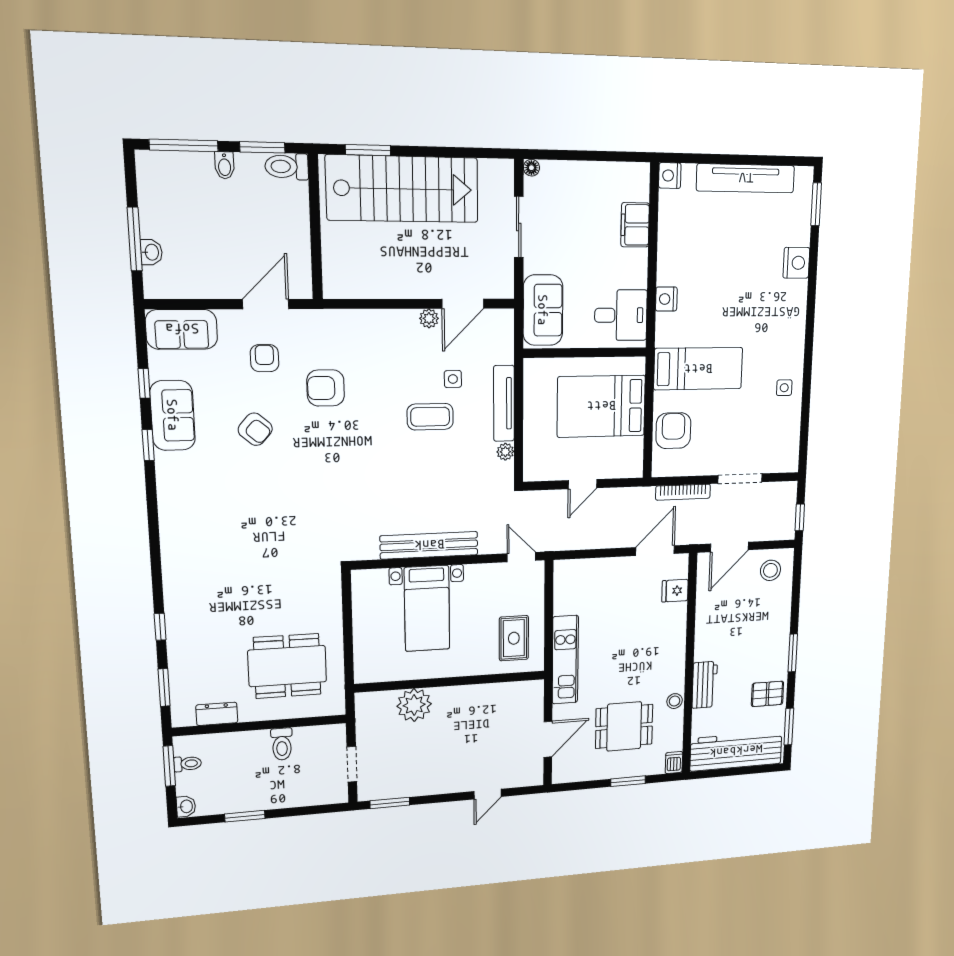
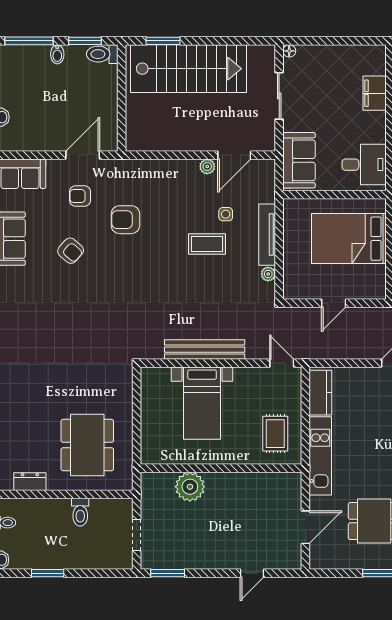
armchair: (265, 358) -> (80, 196), turned -90
kitchen counter: (566, 589) -> (320, 393), added
dining table: (287, 666) -> (87, 445), turned 90

